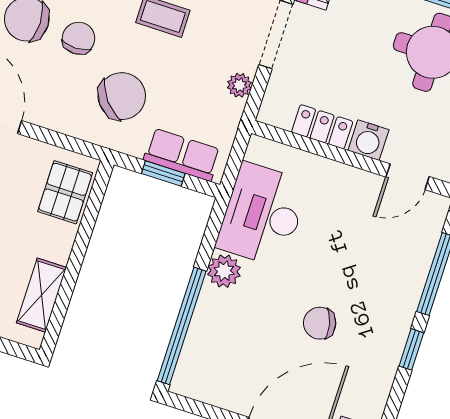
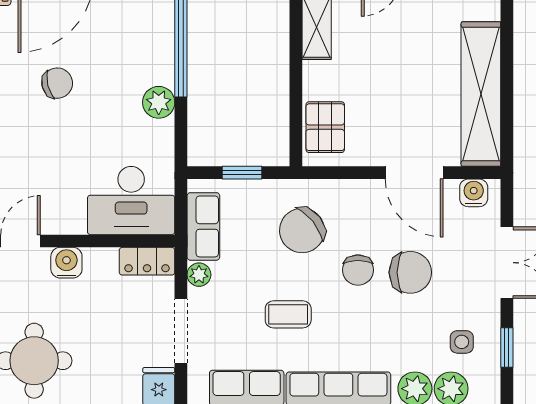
locker: (322, 127) -> (147, 261), moved
row of seats: (182, 155) -> (203, 226), moved, turned -90
desk: (262, 215) -> (131, 201), moved, turned 90

